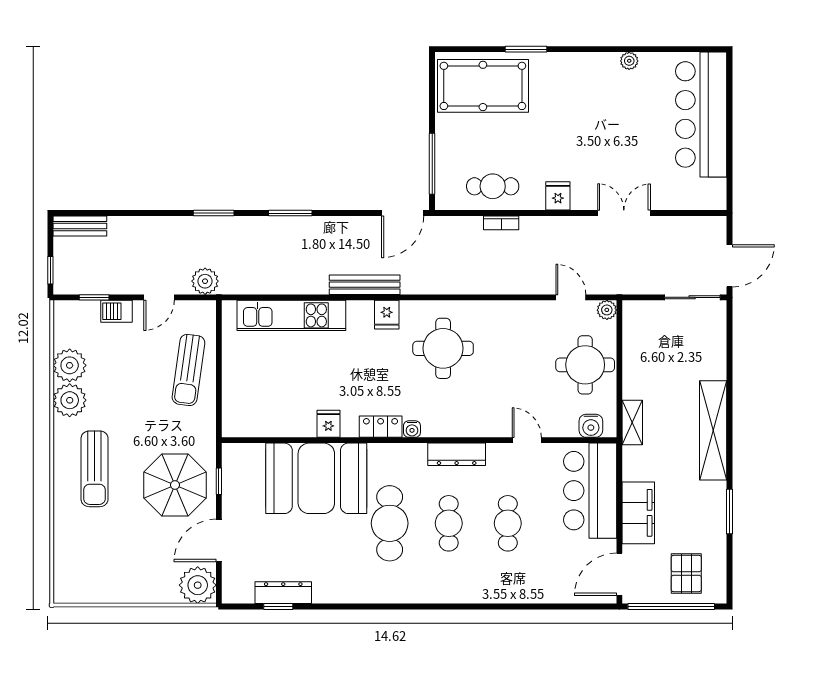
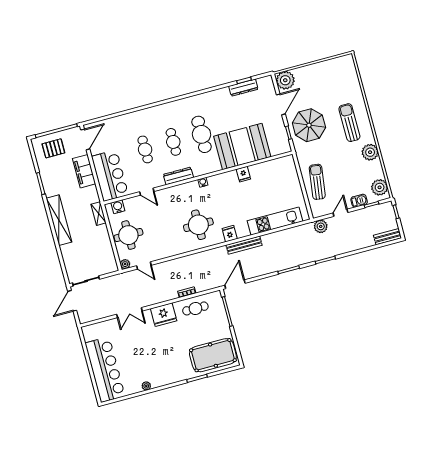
fridge: (558, 196) -> (164, 315), width x1.88, depth x1.34
plant: (70, 365) -> (380, 187), moved
locker: (381, 427) -> (218, 179), removed
pallet: (686, 574) -> (53, 148), turned 90

